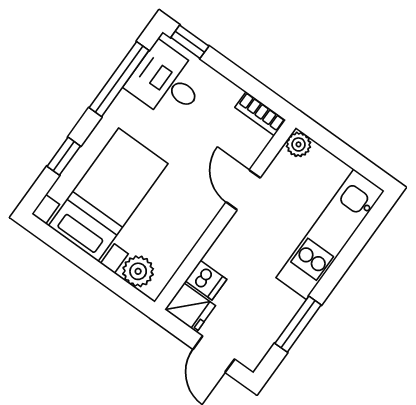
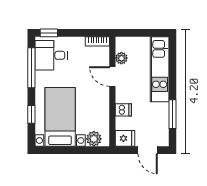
plant: (299, 144) -> (121, 58), moved
dishwasher: (206, 280) -> (123, 110), moved

